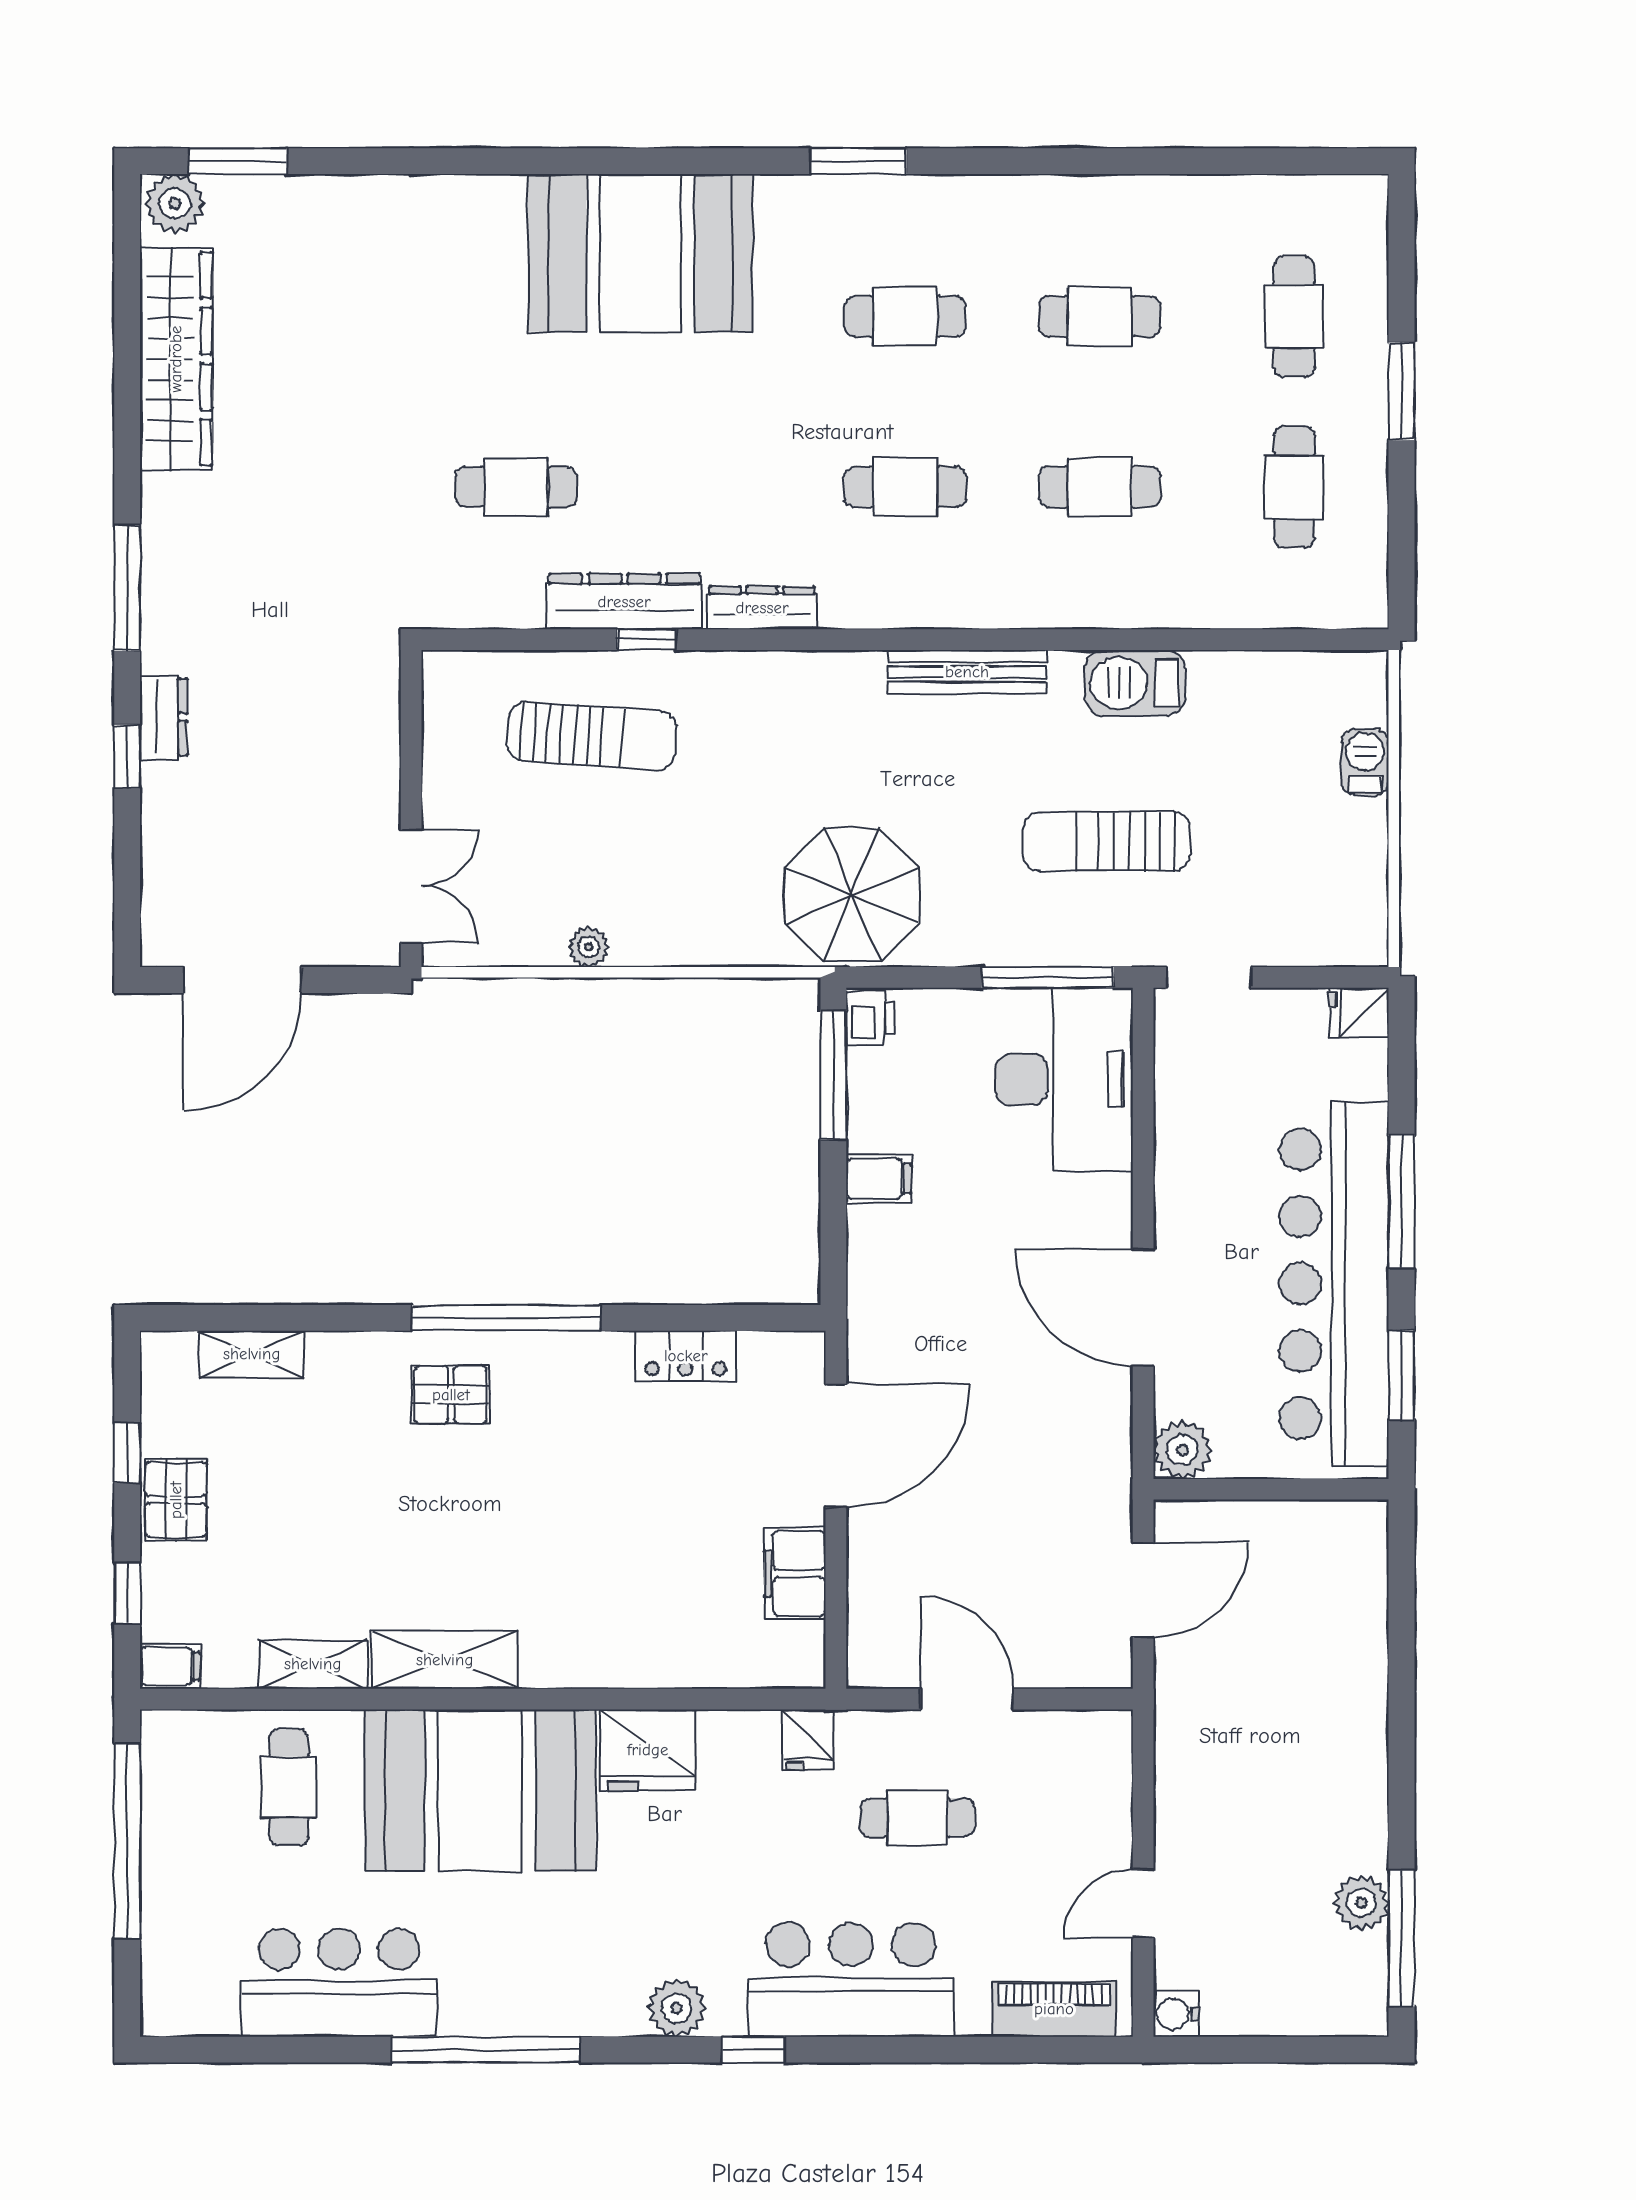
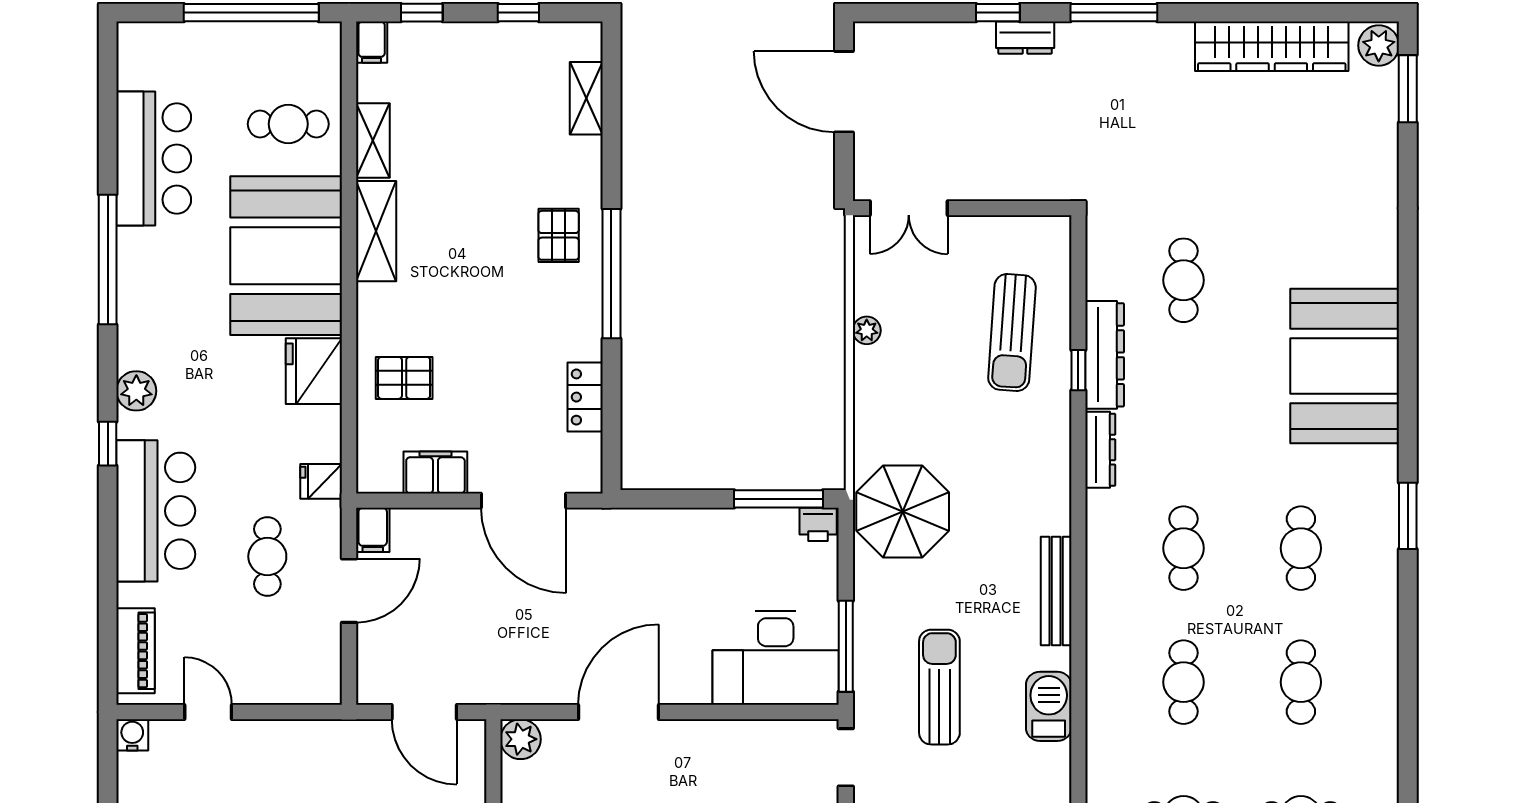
filing cabinet: (879, 1179) -> (373, 530), moved
pallet: (176, 1500) -> (404, 378), moved

